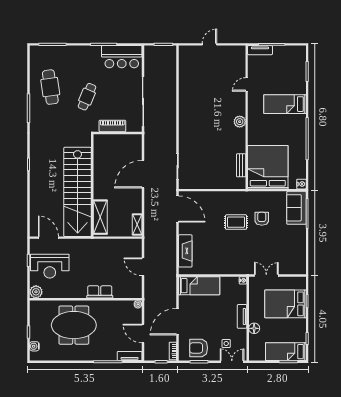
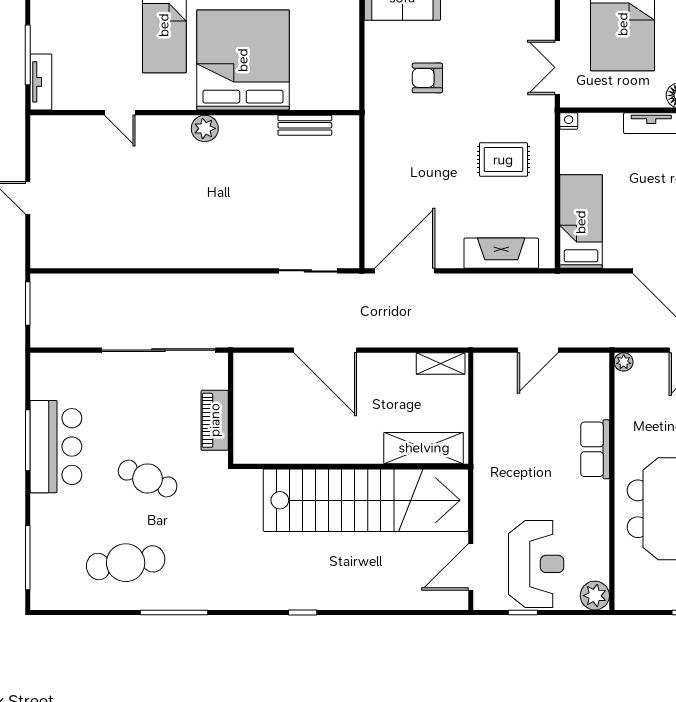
bar counter: (122, 57) -> (56, 447), moved
bed: (268, 167) -> (243, 60), moved, turned 90
rug: (236, 222) -> (503, 160), moved, turned 90

